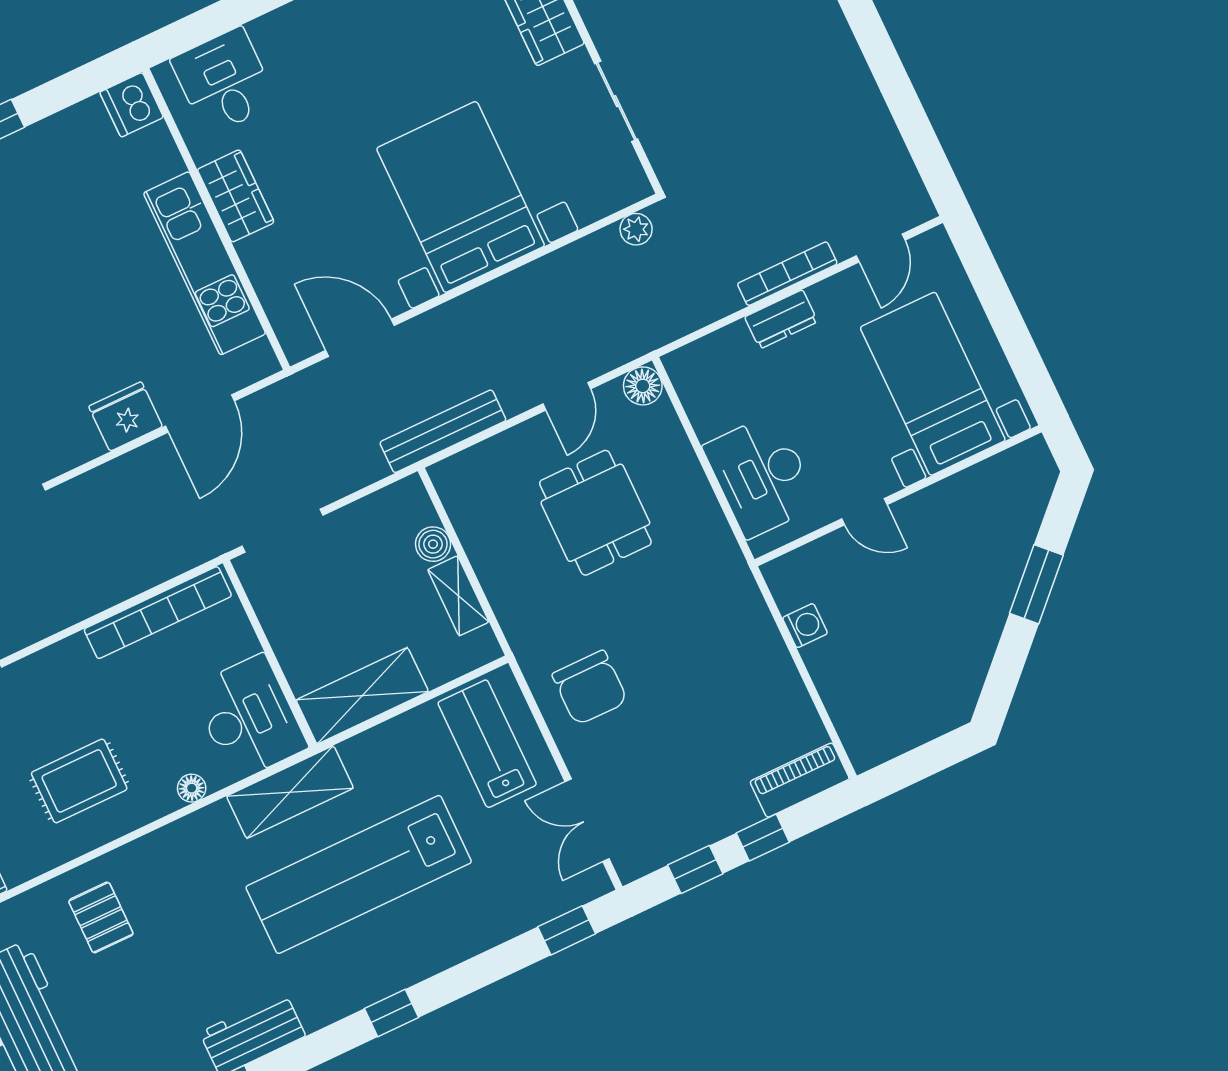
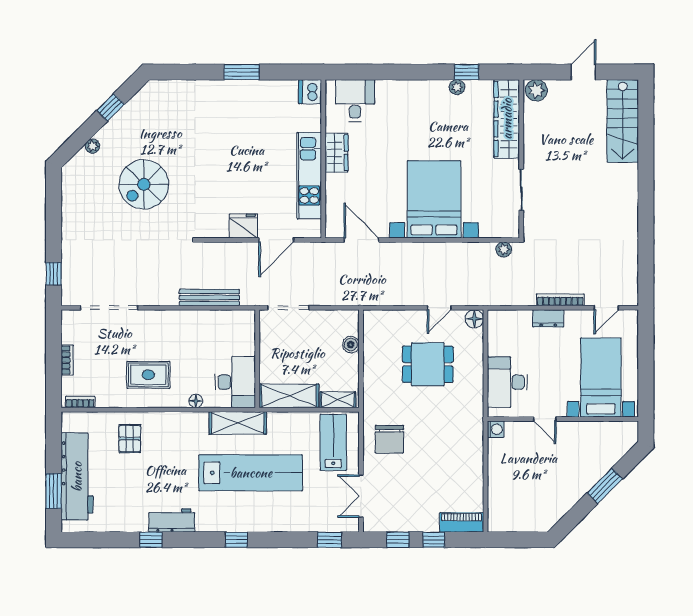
bench: (443, 431) -> (209, 298), moved
dining table: (595, 513) -> (428, 364), turned 90
shelving: (458, 596) -> (338, 400), moved, turned 90
bookcase: (158, 613) -> (217, 318), removed
washing machine: (805, 626) -> (496, 429), moved
lab bench: (359, 874) -> (251, 473), turned 180

